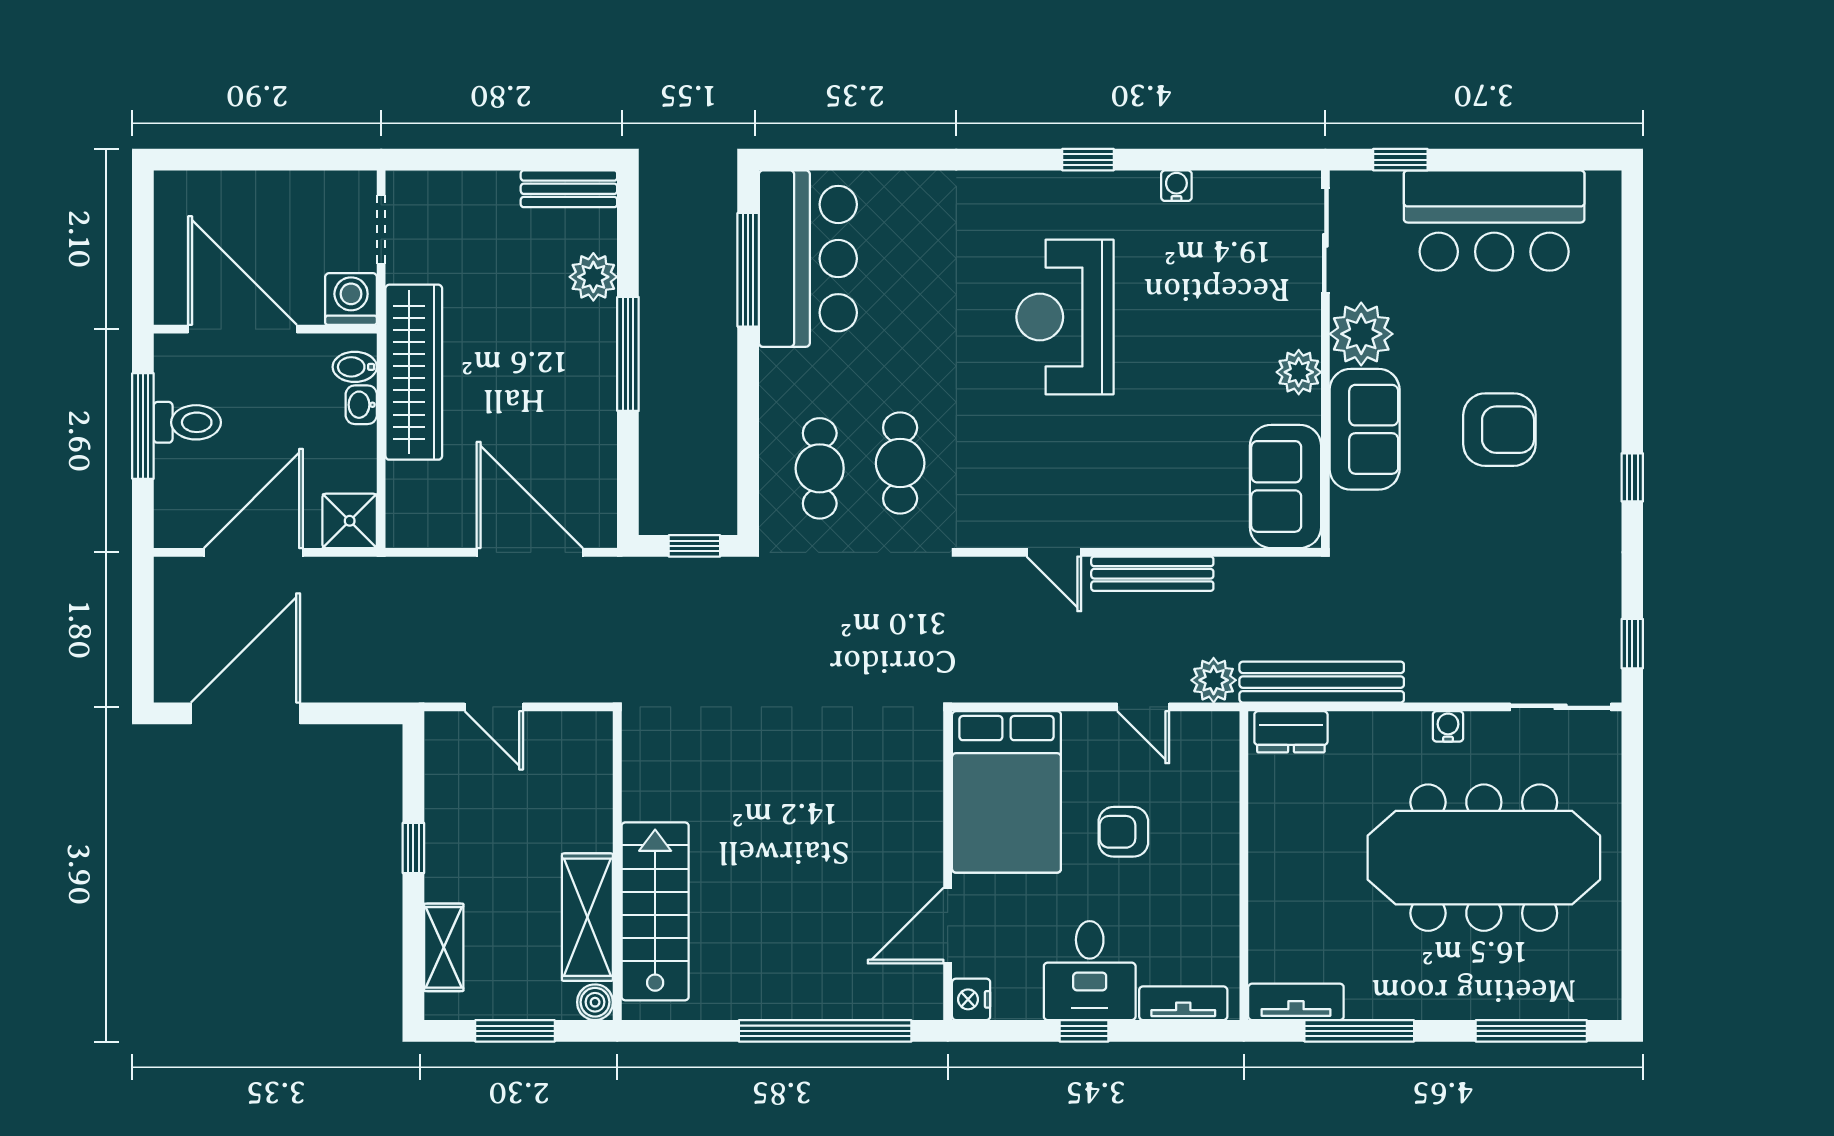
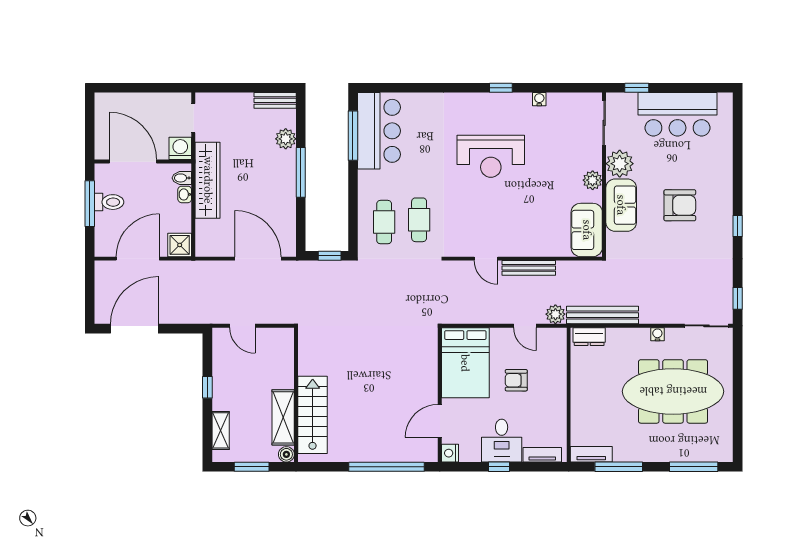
reception desk: (1065, 317) -> (491, 156), turned -90

